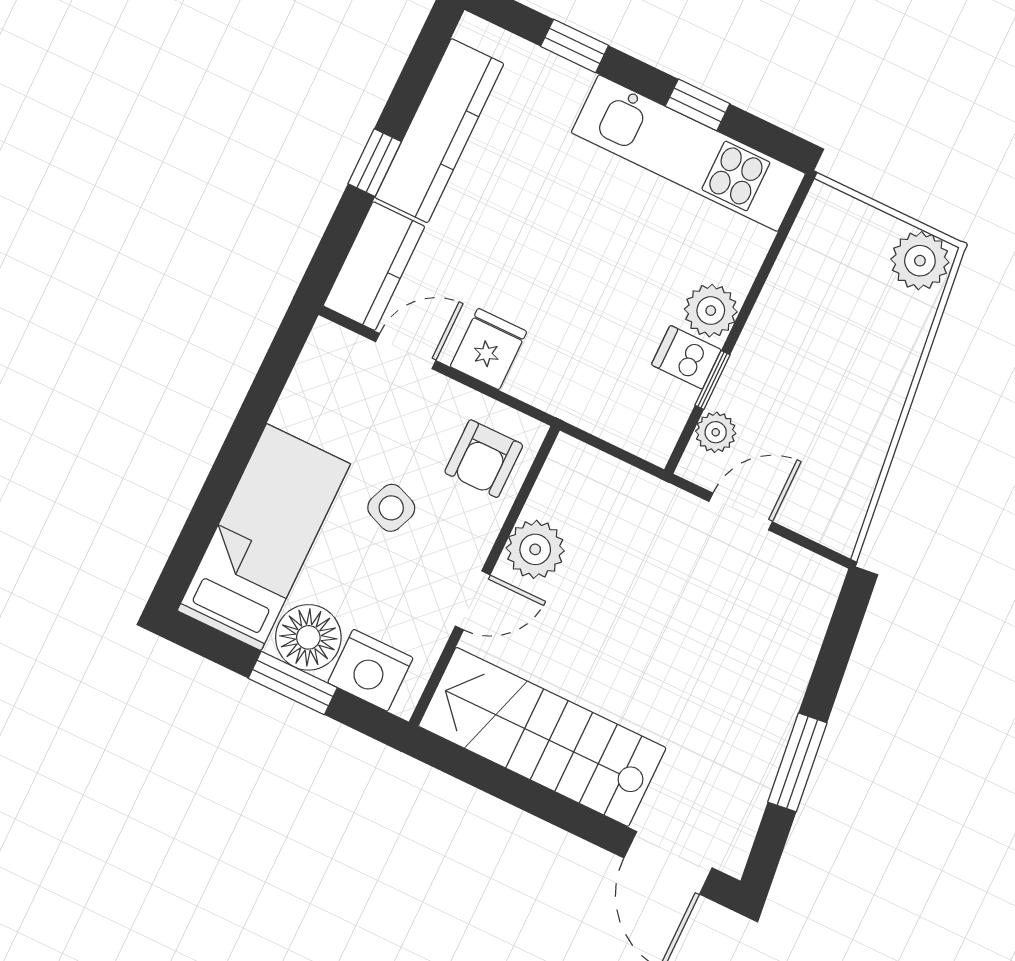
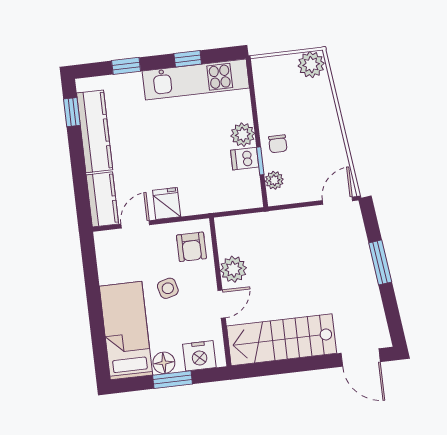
window: (375, 163) -> (72, 112), moved
chair: (765, 369) -> (278, 144), added
side table: (391, 508) -> (168, 288), turned -37
door: (741, 512) -> (338, 201), moved
floor lamp: (308, 637) -> (164, 363), width x0.73, depth x0.73
window: (797, 762) -> (380, 262), moved

